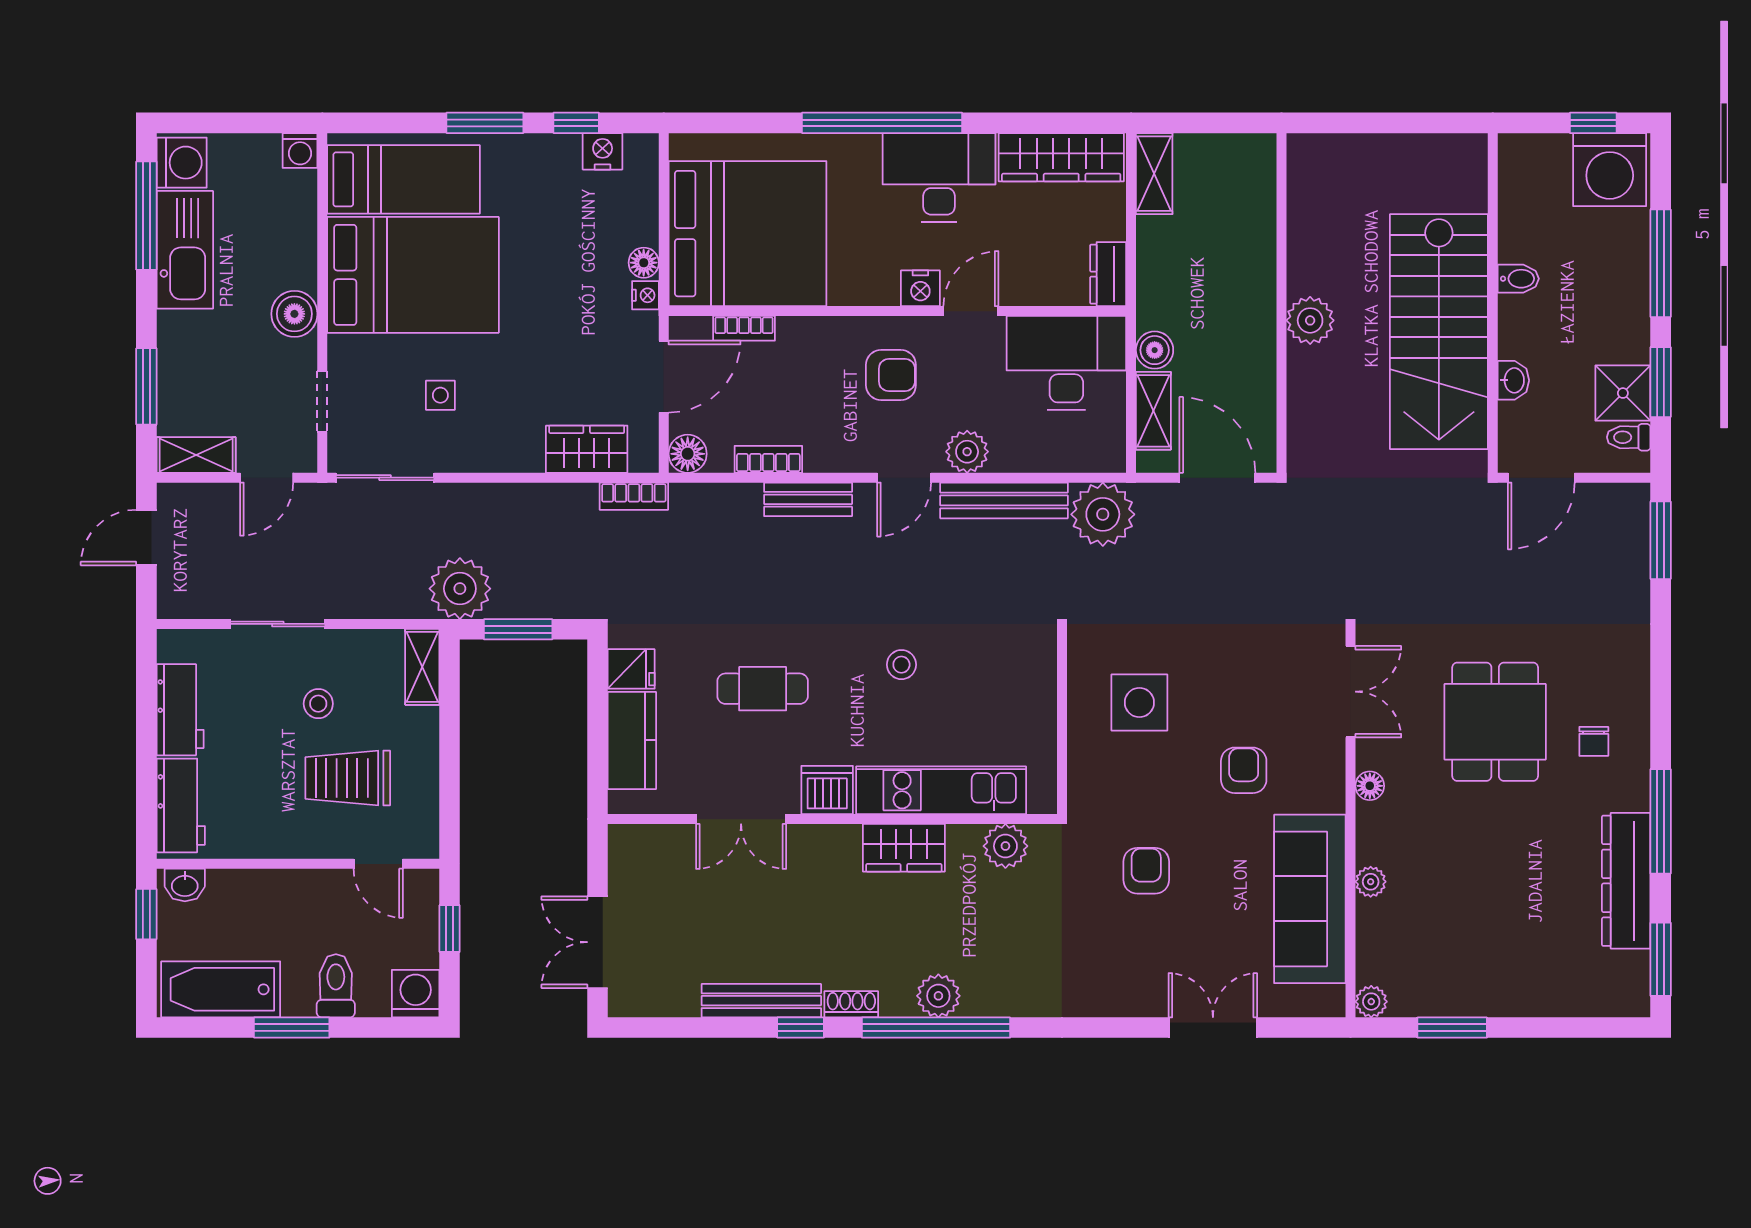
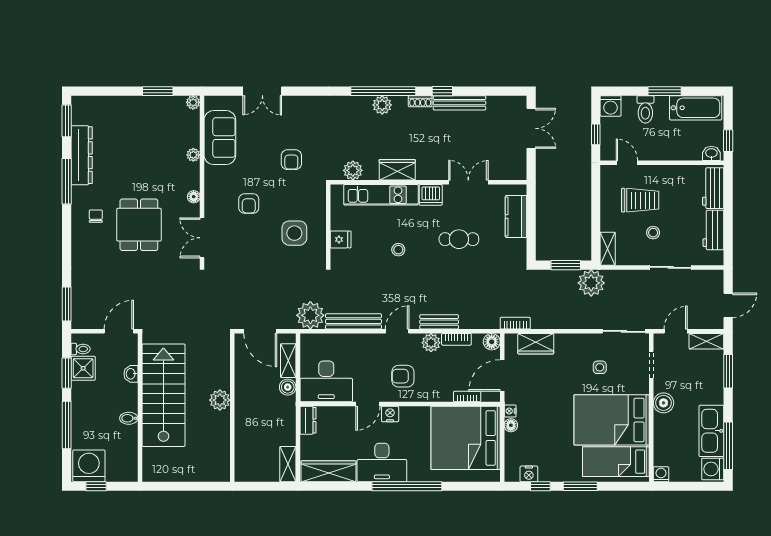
plant: (967, 452) -> (431, 343), moved
fridge: (631, 669) -> (341, 239), moved, turned 180
sofa: (1310, 899) -> (220, 138), width x0.73

